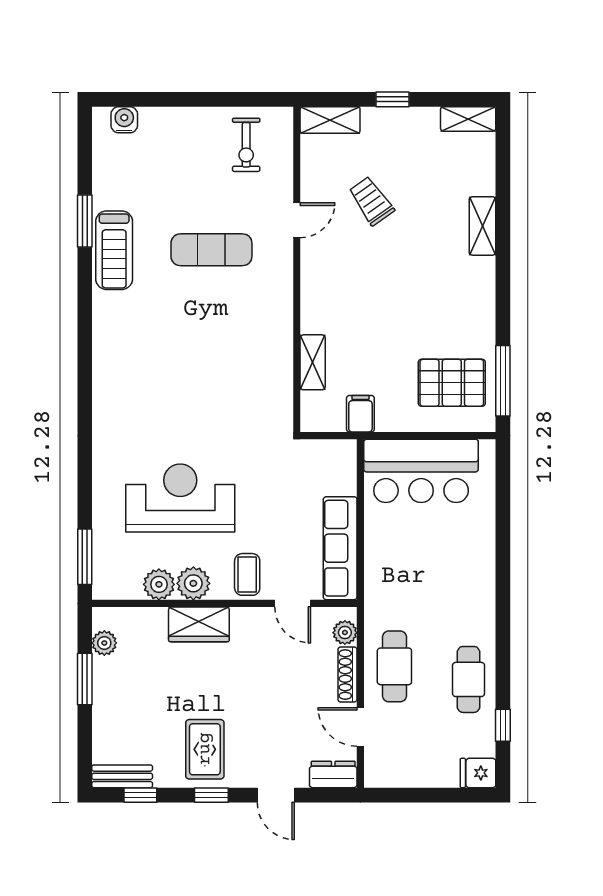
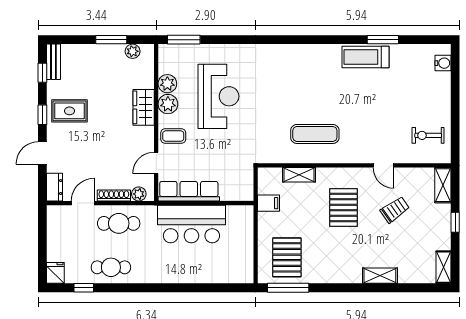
exercise mat: (211, 250) -> (315, 134), moved, turned 90
pallet: (368, 287) -> (344, 208), added
bar counter: (421, 471) -> (191, 224), moved, turned -90

